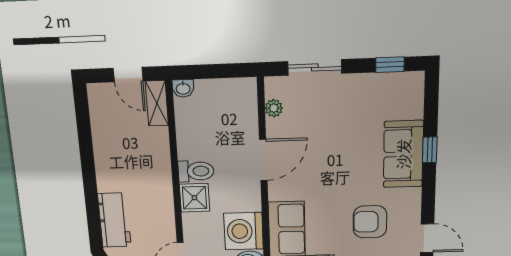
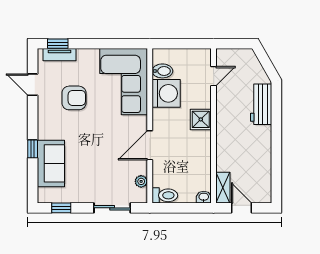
sofa: (403, 154) -> (51, 163), moved
toilet: (196, 171) -> (165, 195), moved, turned 180

